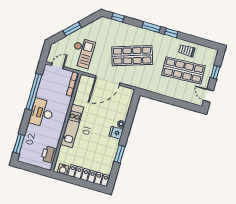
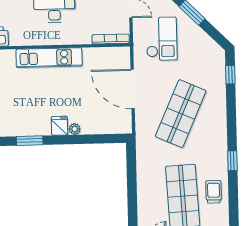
window: (151, 27) -> (232, 128), removed
checkout: (82, 53) -> (162, 39), turned -90
shop shelf: (132, 56) -> (181, 114), turned 42

